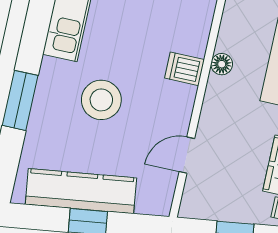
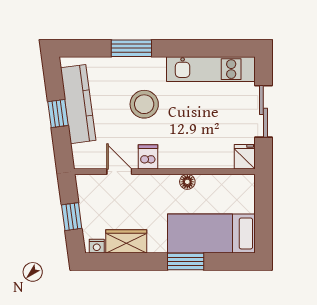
dishwasher: (185, 69) -> (148, 157), moved

